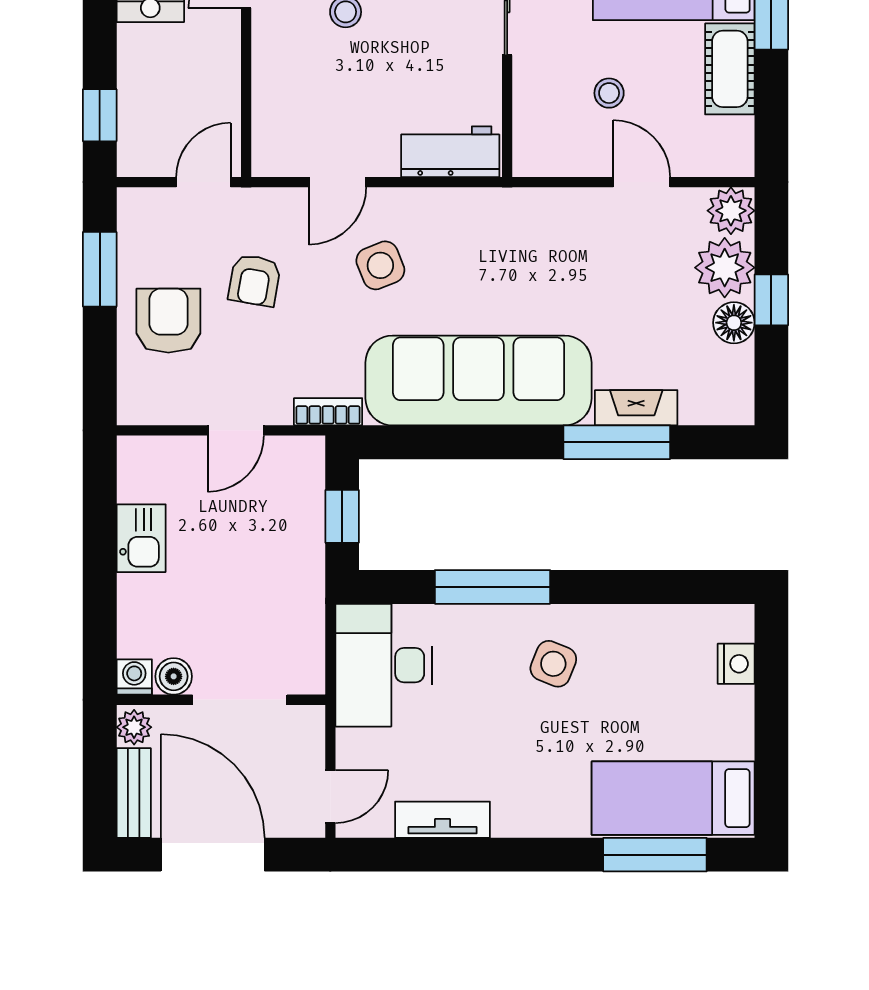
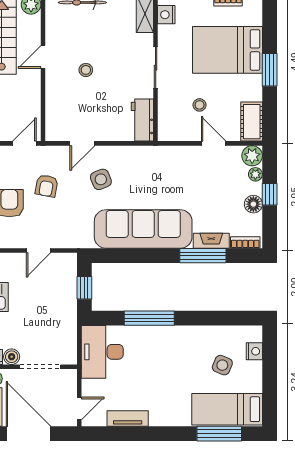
cot: (730, 69) -> (252, 122), moved
workbench: (450, 152) -> (142, 120), moved, turned -90
plant: (725, 268) -> (255, 174), width x0.53, depth x0.53
bookcase: (328, 412) -> (245, 242), moved
side table: (553, 664) -> (222, 365), moved

